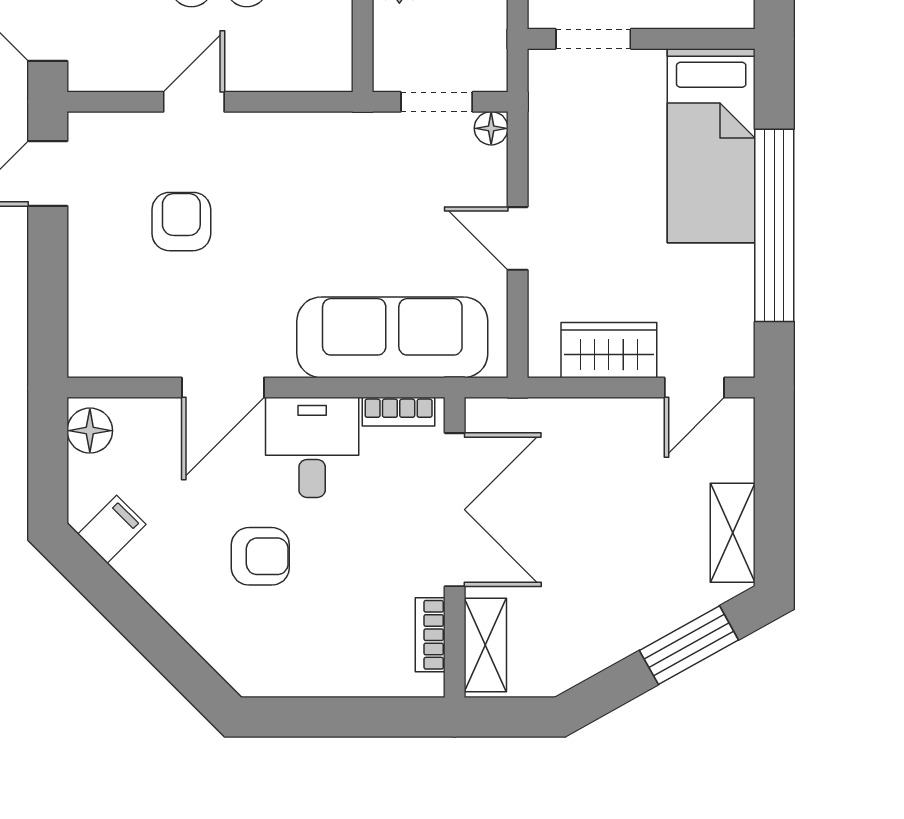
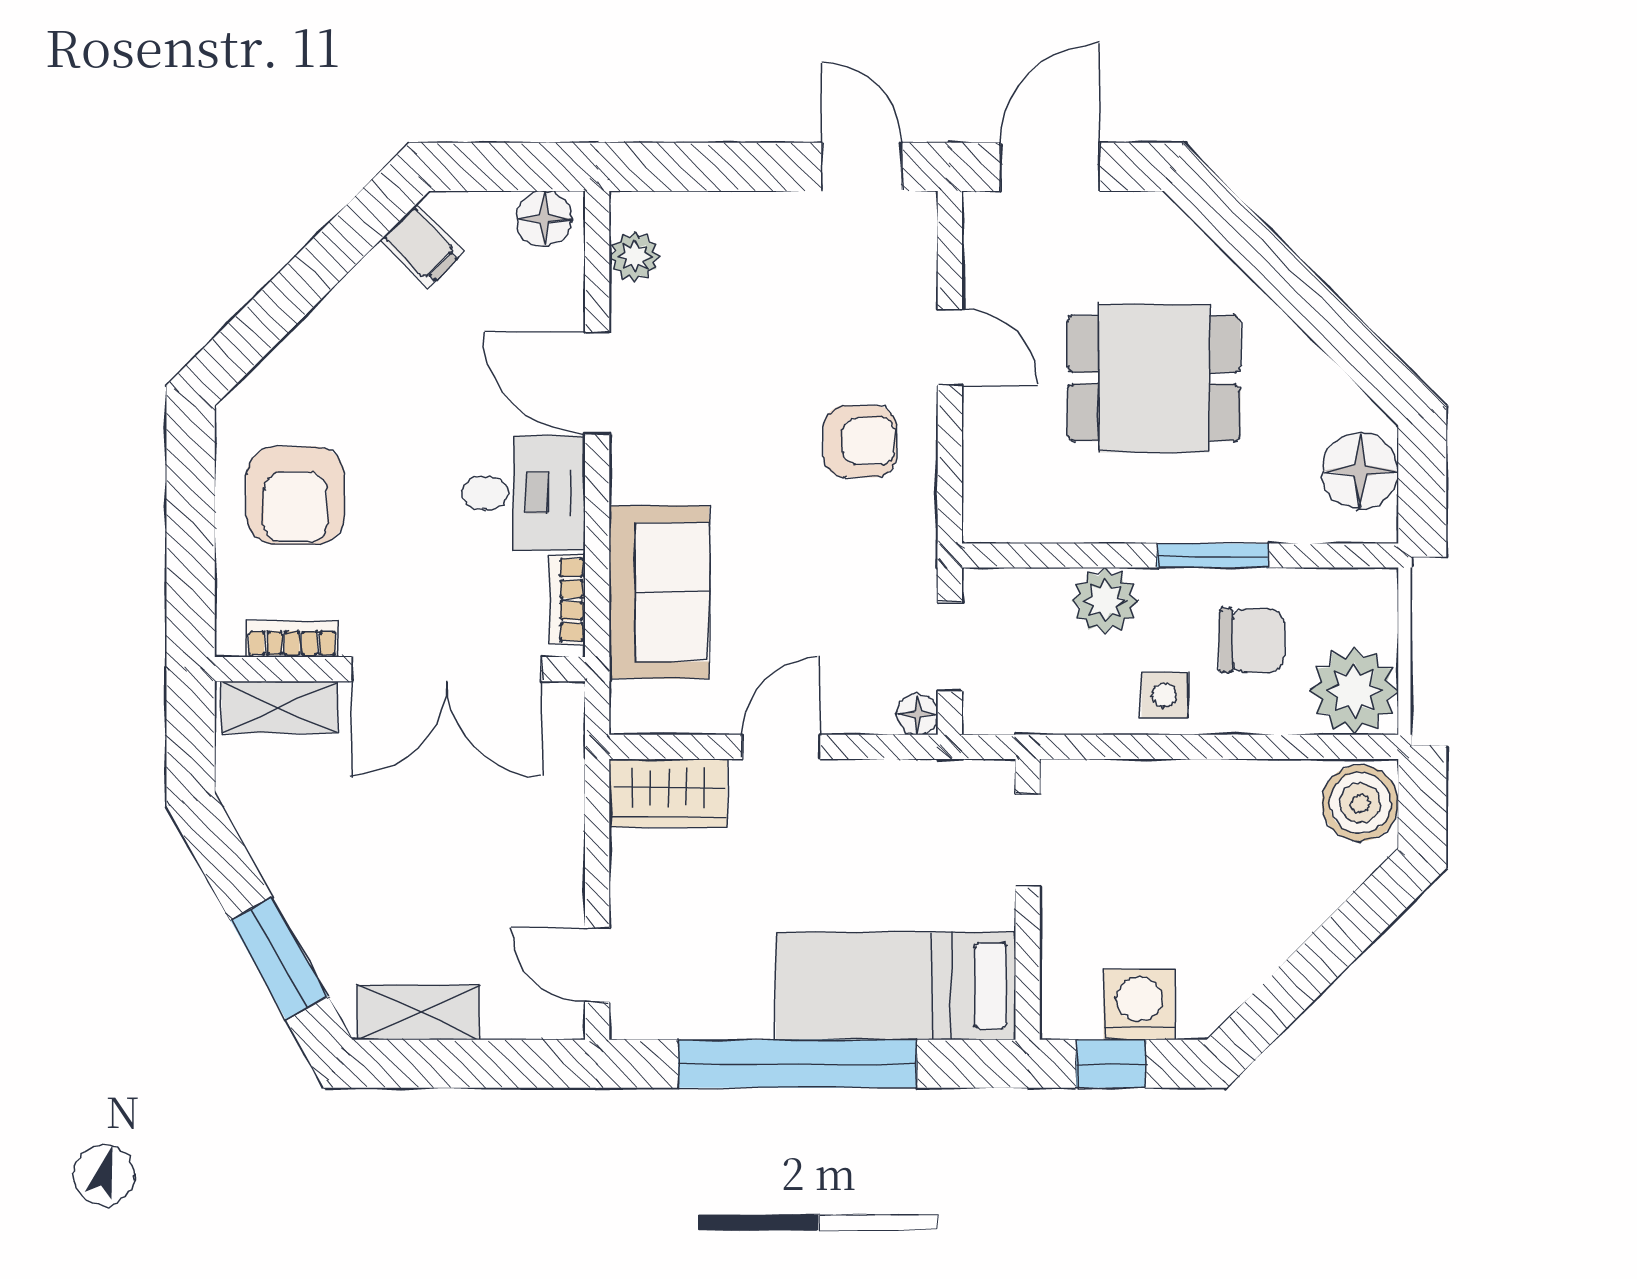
armchair: (181, 222) -> (860, 441), moved
sofa: (392, 337) -> (659, 592), width x0.73
wardrobe: (609, 350) -> (668, 793), moved, turned 90
plant: (120, 357) -> (635, 257), added
armchair: (260, 556) -> (295, 496), moved, width x1.38, depth x1.38

